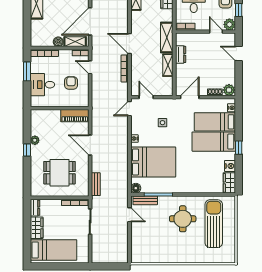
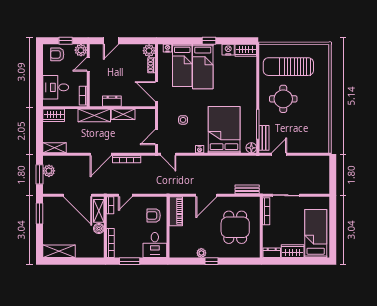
armchair: (71, 83) -> (154, 215), moved
desk: (42, 85) -> (155, 245), moved

